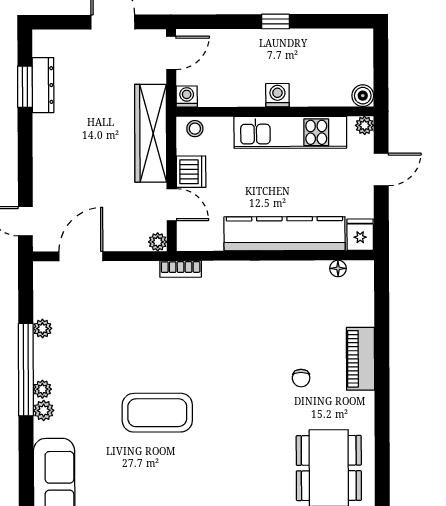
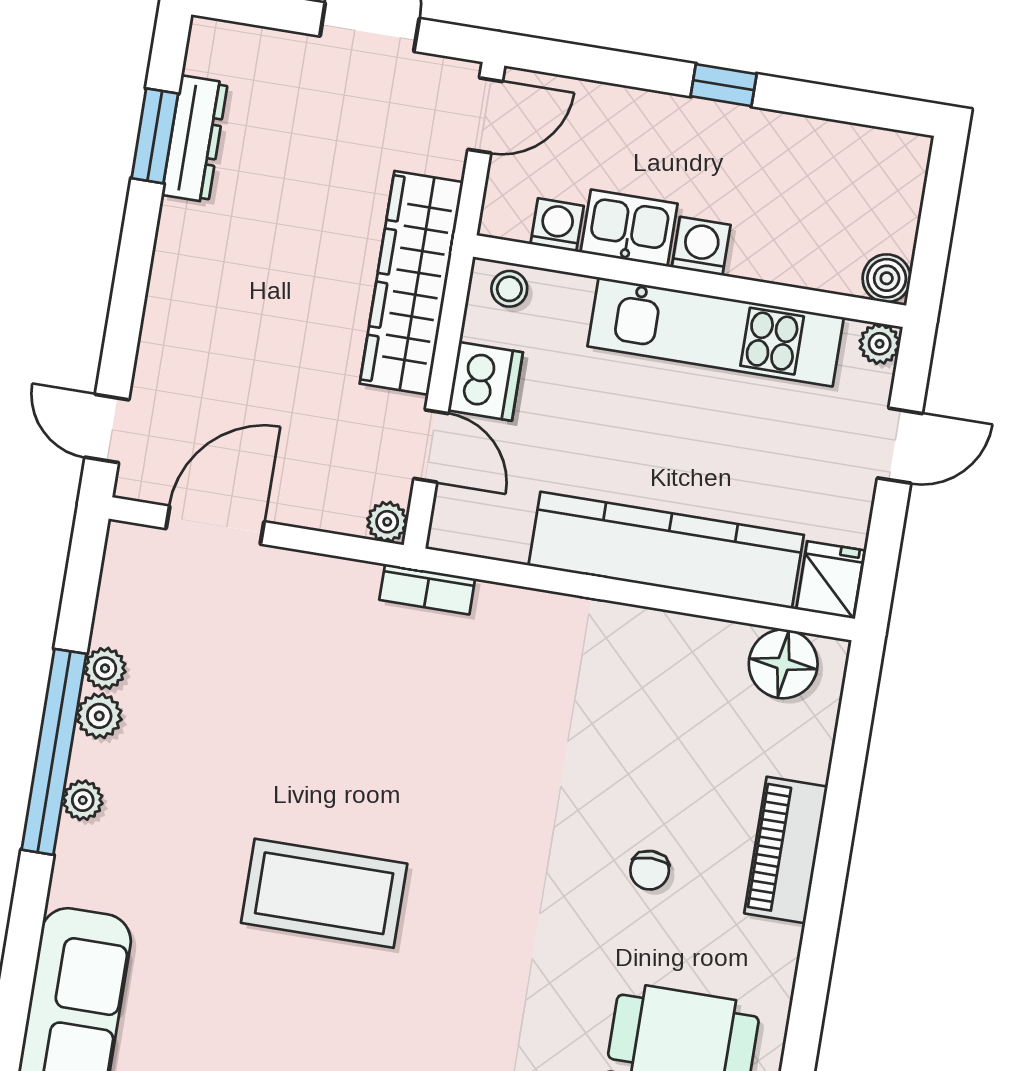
kitchen sink: (244, 92) -> (629, 228), added
washing machine: (187, 97) -> (557, 225), moved
floor lamp: (338, 268) -> (783, 664), width x1.89, depth x1.89
plant: (44, 411) -> (99, 716), moved

